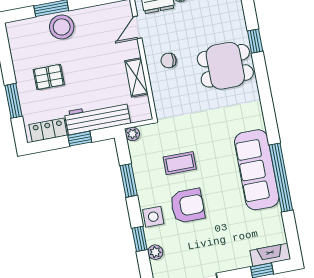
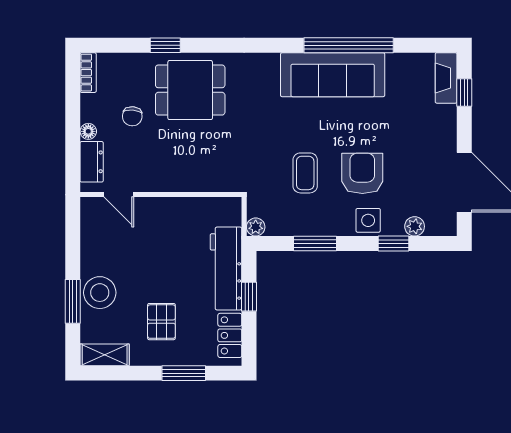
chair: (169, 60) -> (132, 116), moved
dining table: (225, 66) -> (190, 90), turned 90
shelving: (136, 77) -> (105, 355), moved

